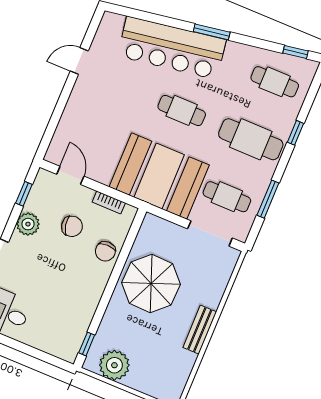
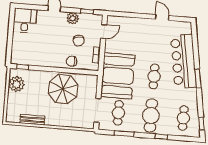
bench: (200, 330) -> (32, 120), moved

